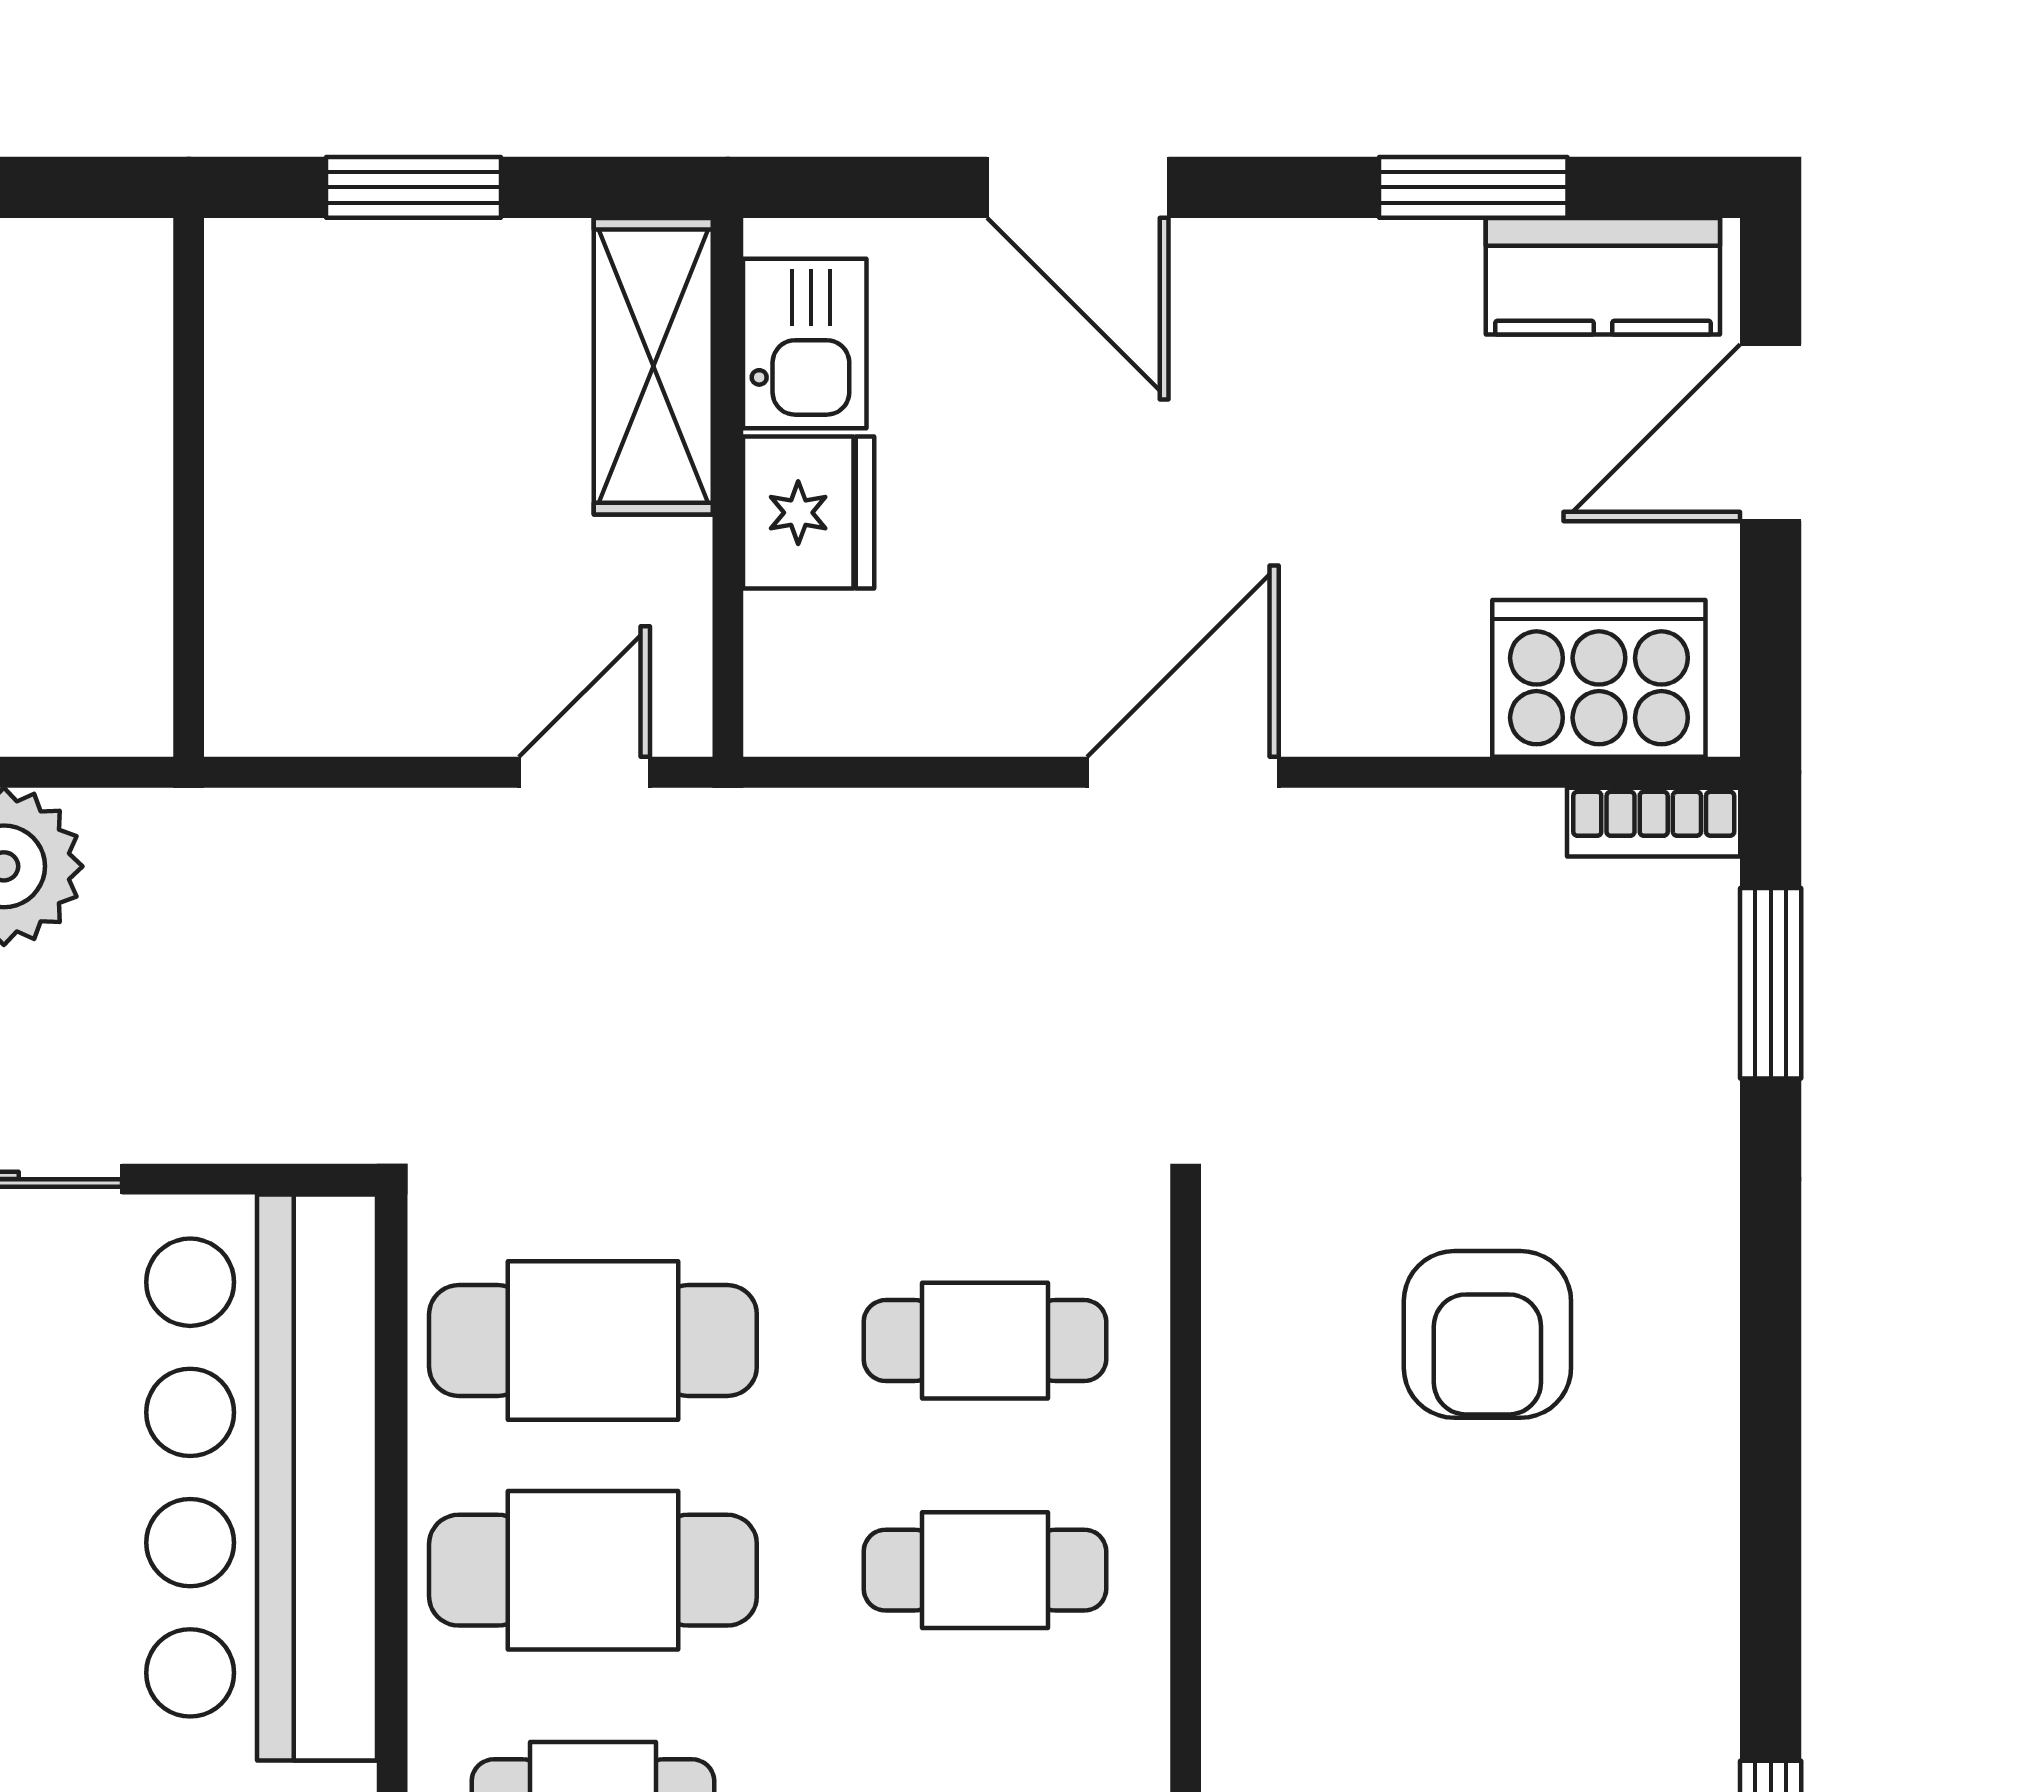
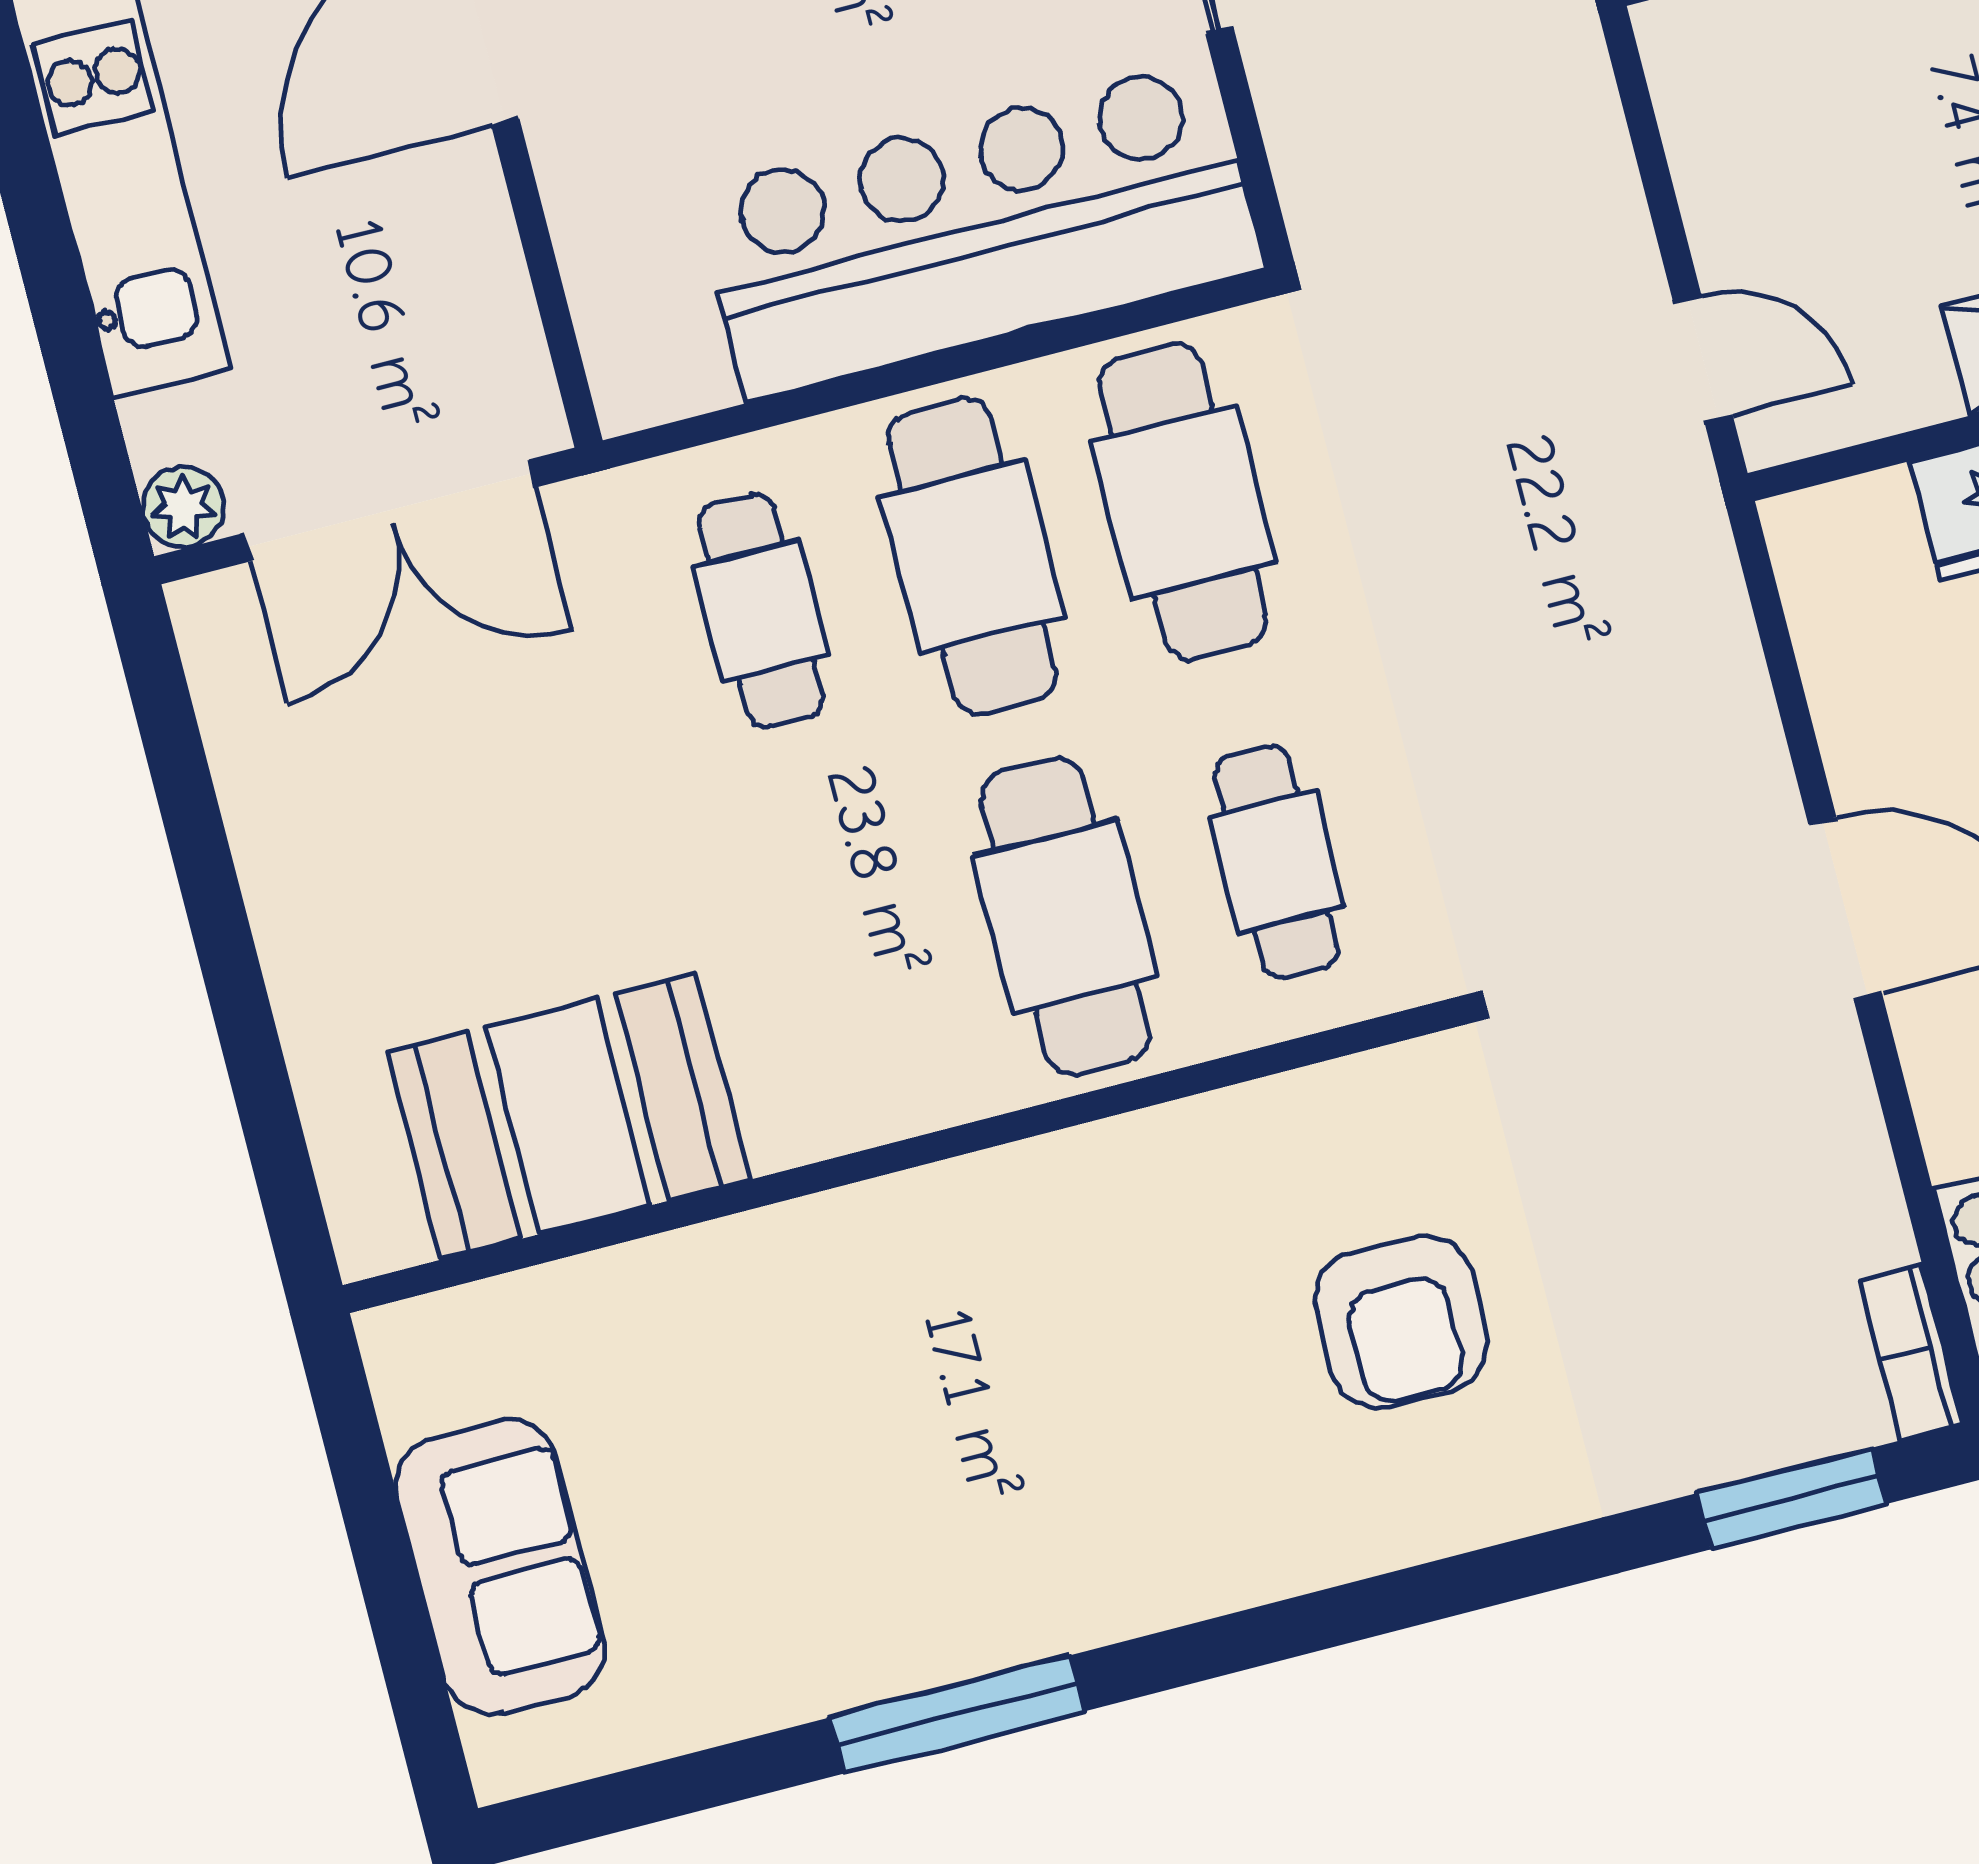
armchair: (1487, 1334) -> (1401, 1322), turned -90
cafe table: (985, 1570) -> (1065, 916), width x1.37, depth x1.35

